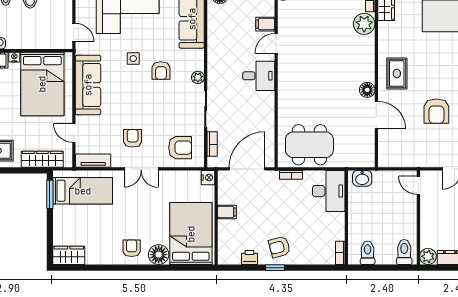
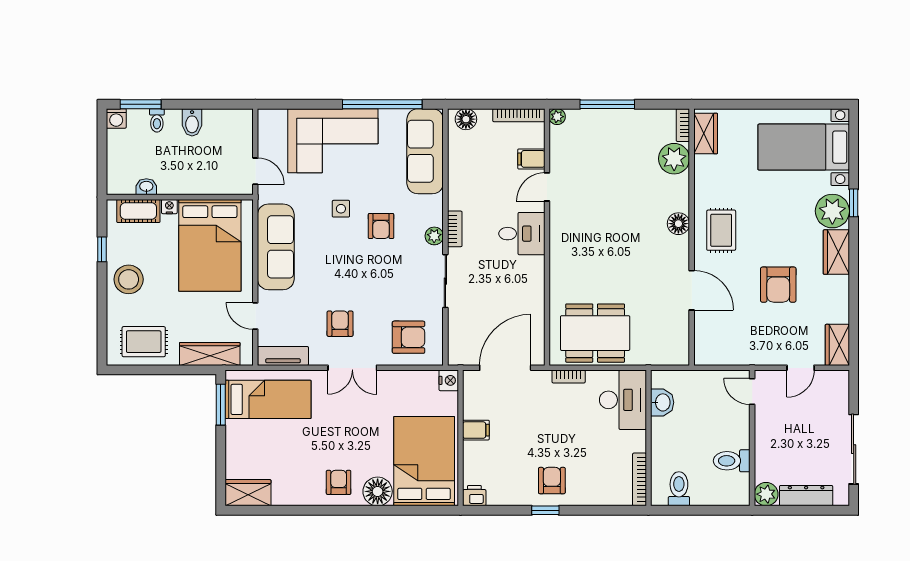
floor lamp: (367, 90) -> (678, 224), moved
bookcase: (212, 144) -> (455, 229), moved
washbasin: (362, 178) -> (662, 402), moved, turned -90
armchair: (279, 247) -> (552, 481), turned 105
toilet: (404, 252) -> (732, 461), moved, turned -90
bookcase: (340, 253) -> (639, 479), width x1.56
printer: (249, 257) -> (474, 496), moved

